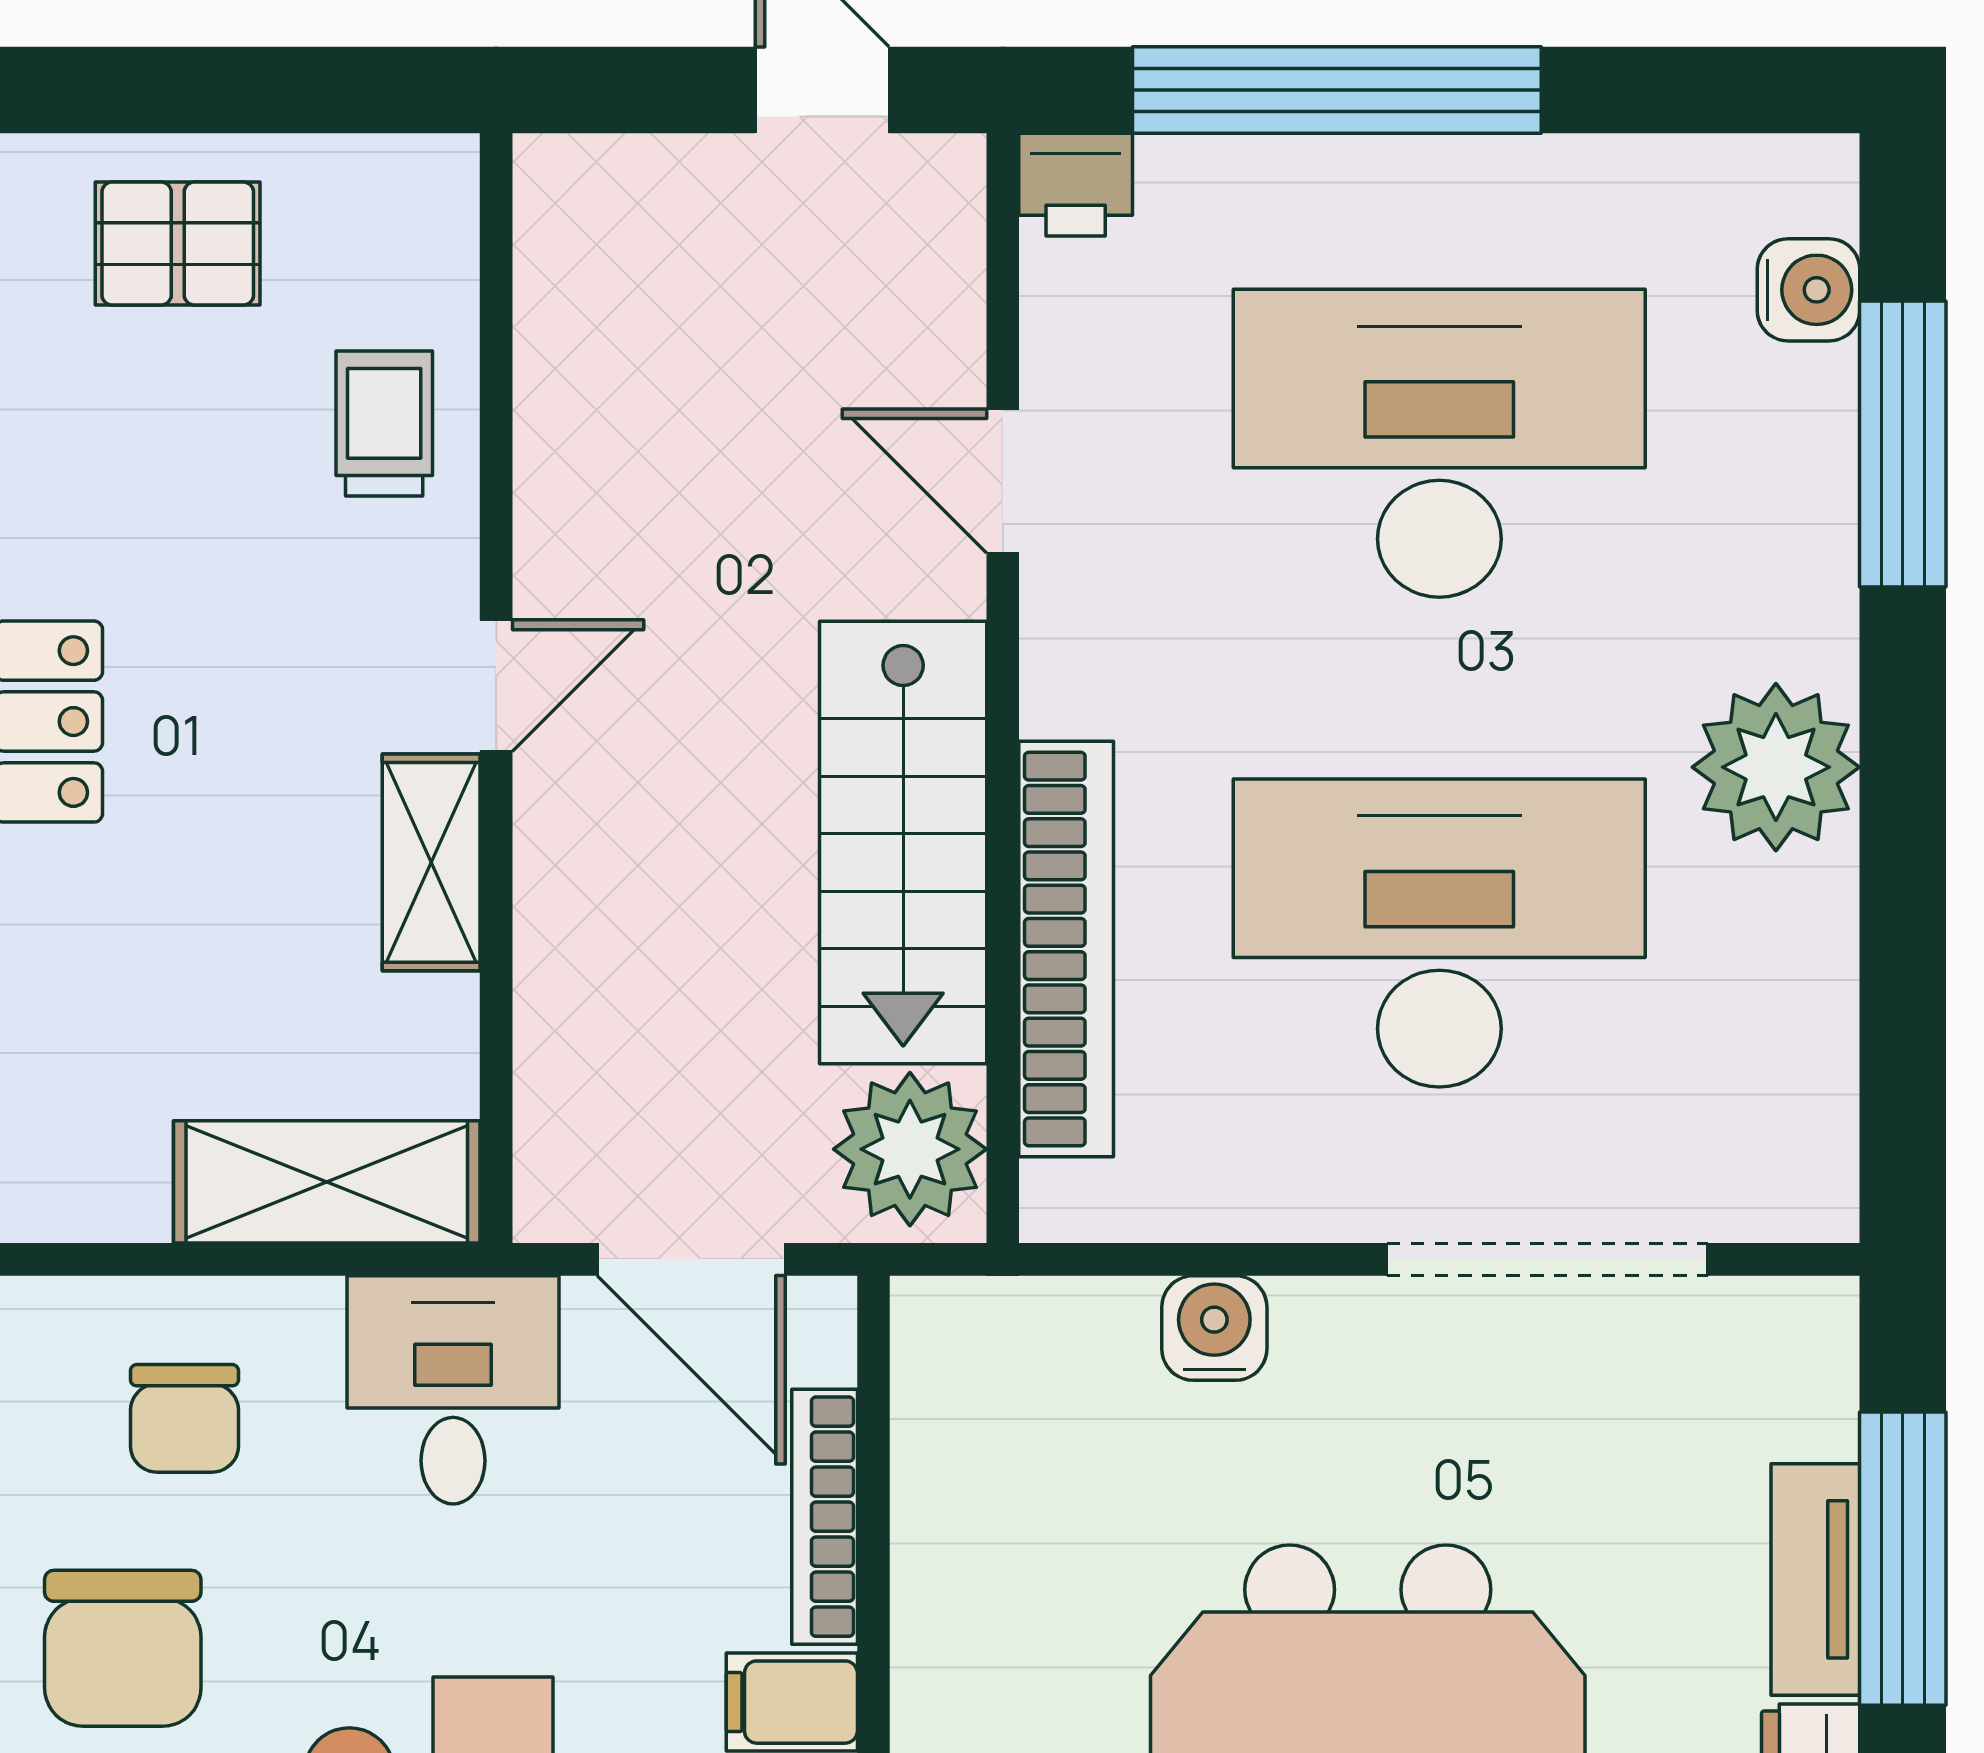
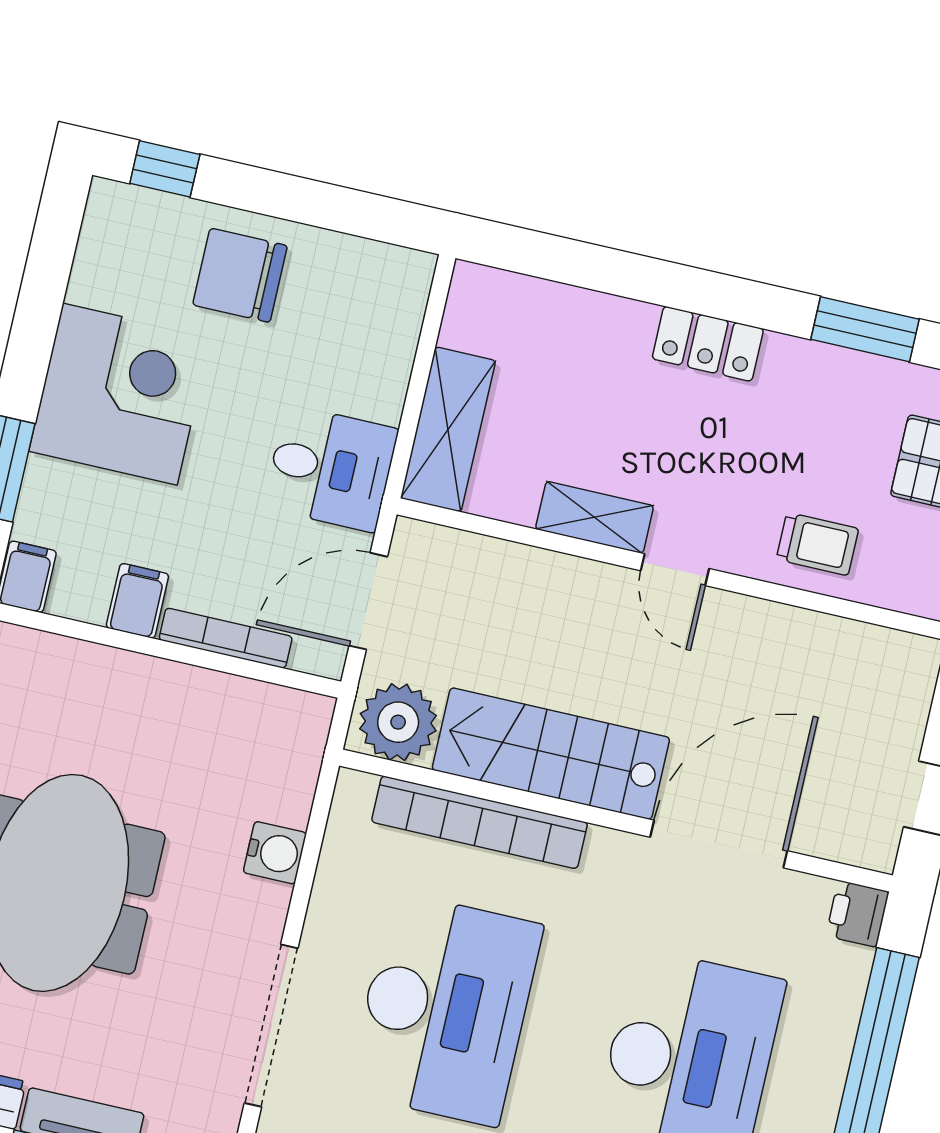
door: (1003, 481) -> (719, 844), width x1.88
chair: (184, 1418) -> (347, 332), removed

